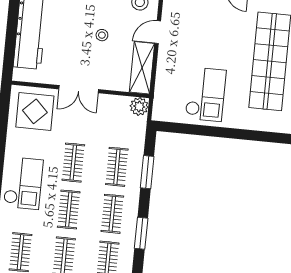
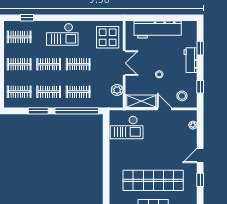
double door: (79, 89) -> (124, 63), swing flipped
checkout: (206, 94) -> (127, 127), moved
plant: (139, 106) -> (117, 90), moved
window: (147, 172) -> (77, 111), width x2.11

